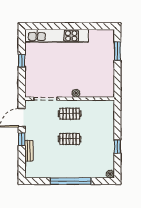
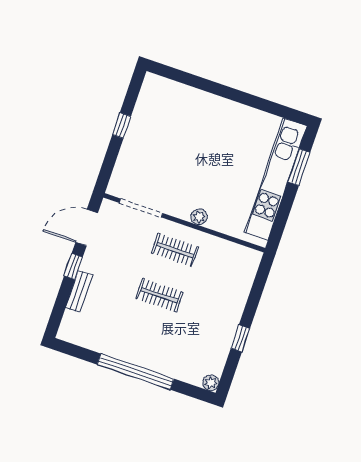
kitchen unit: (57, 36) -> (276, 179), moved, turned 90

